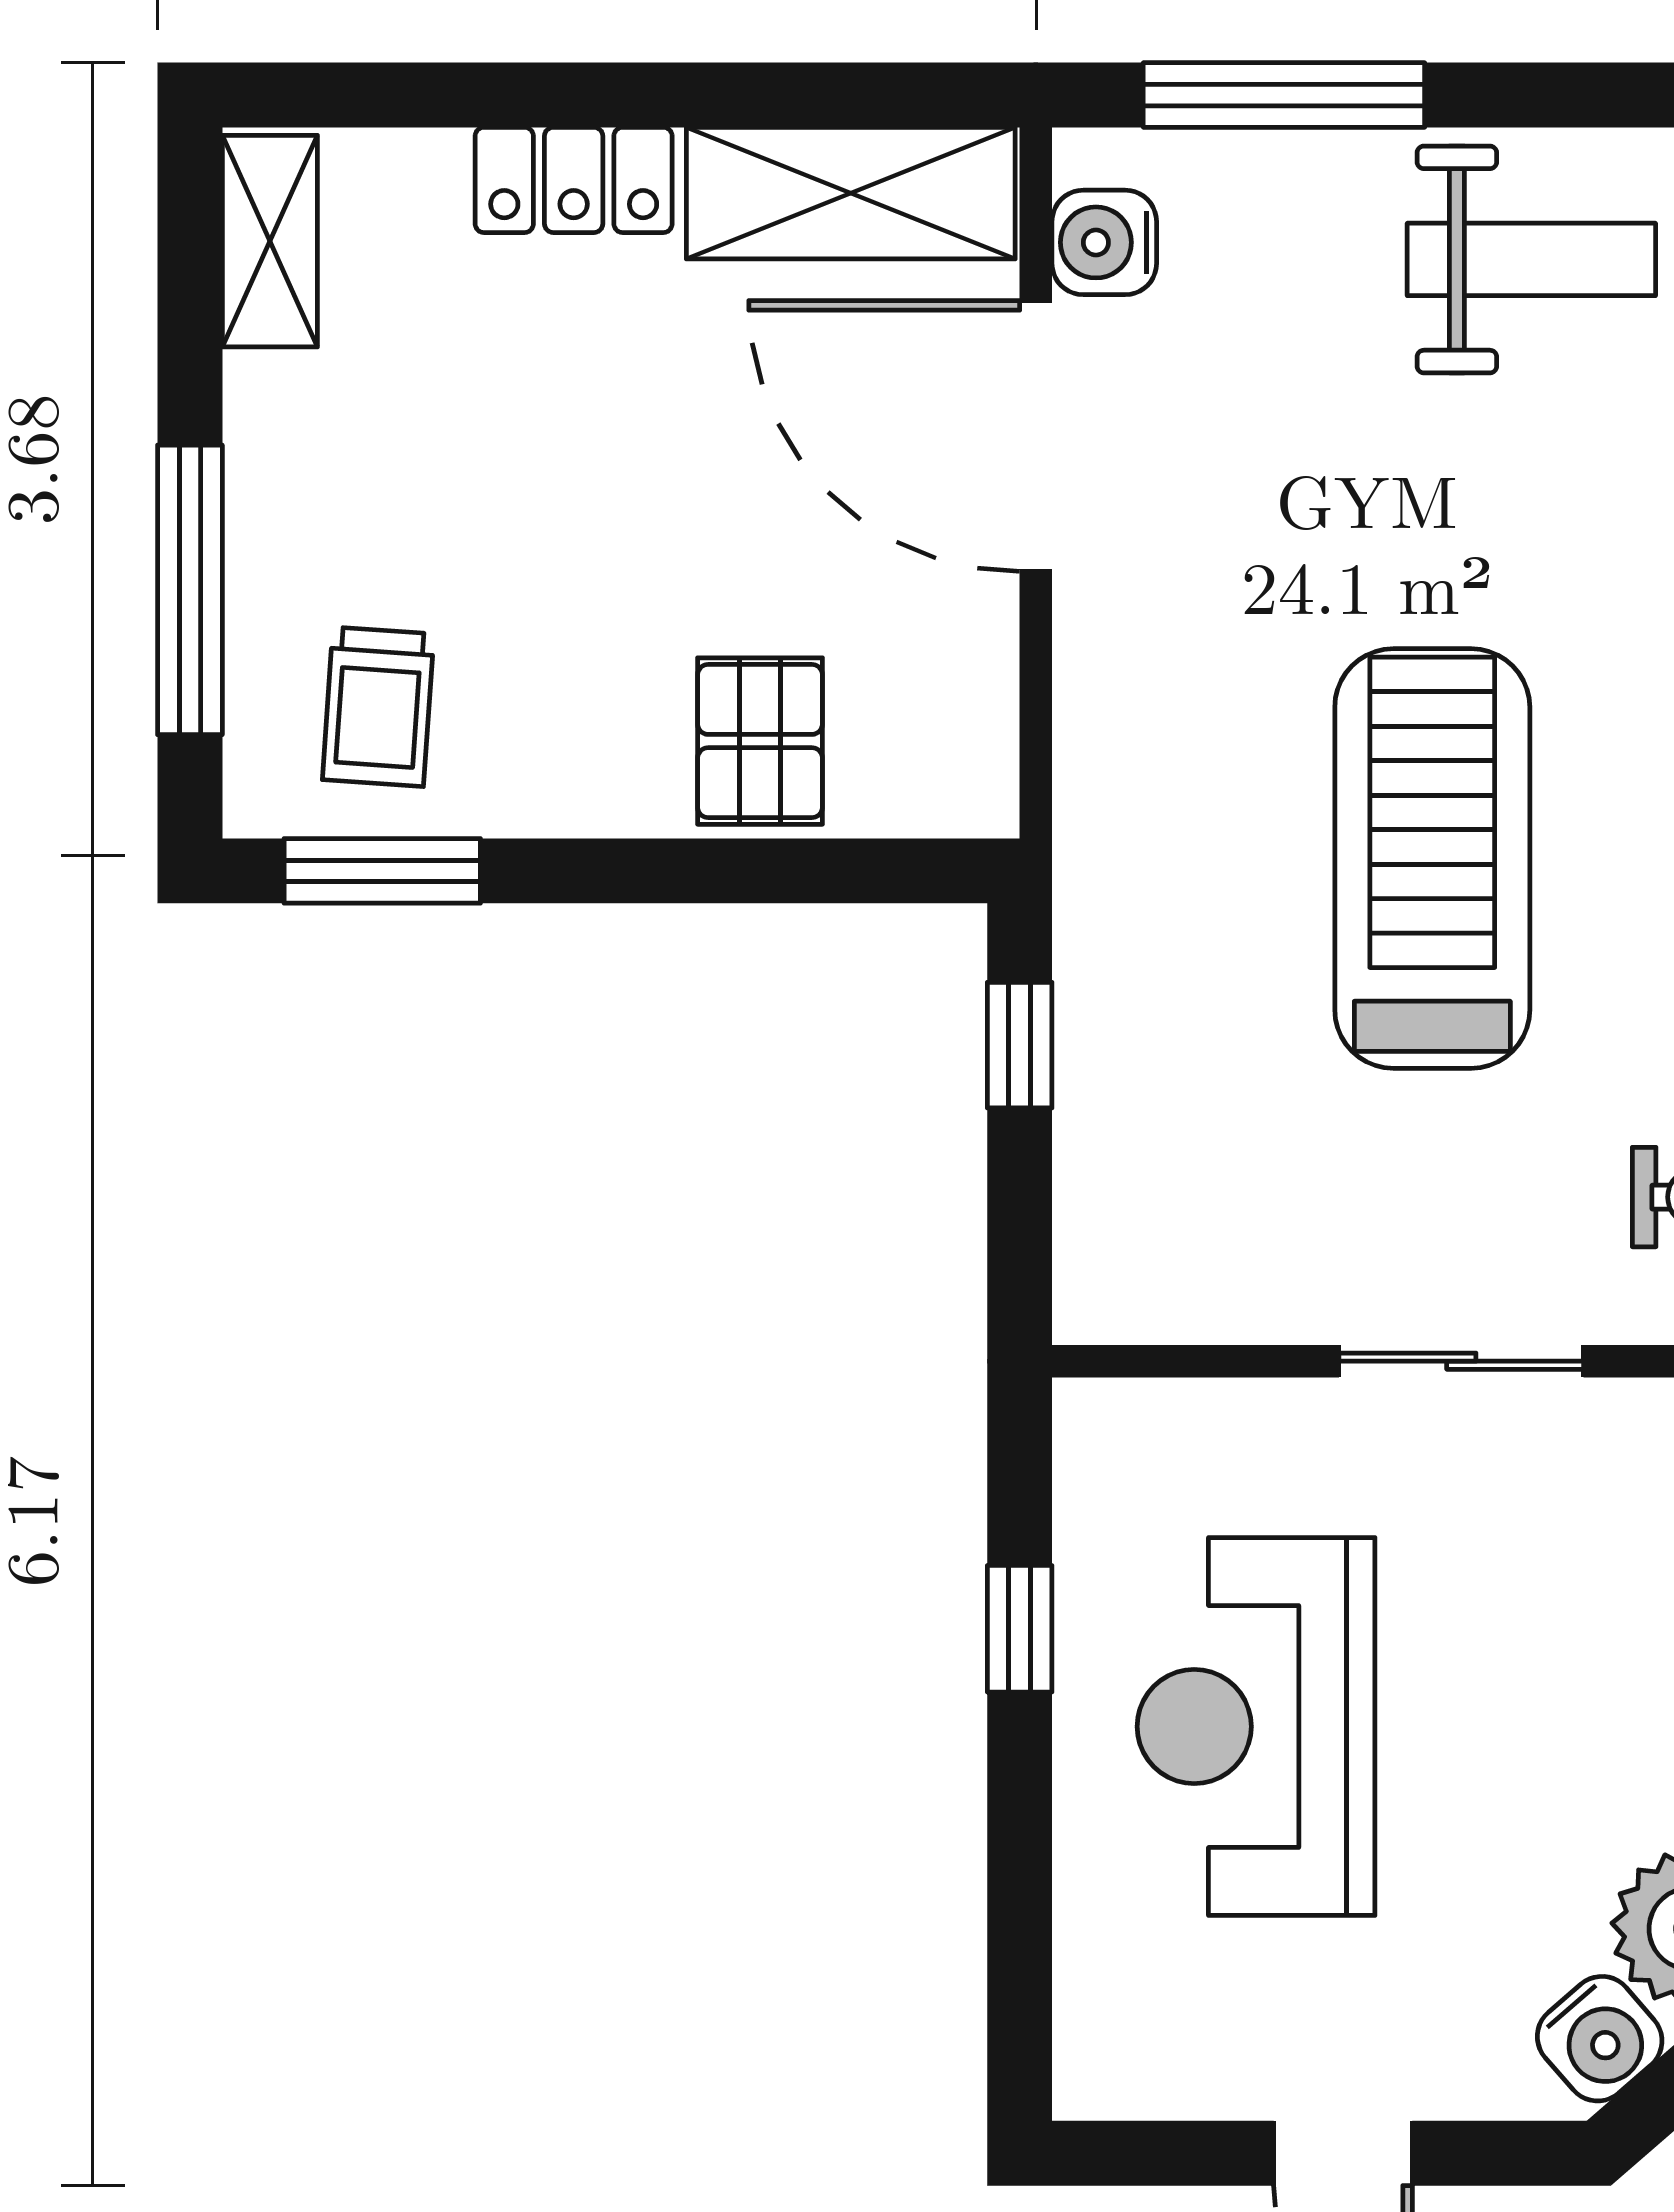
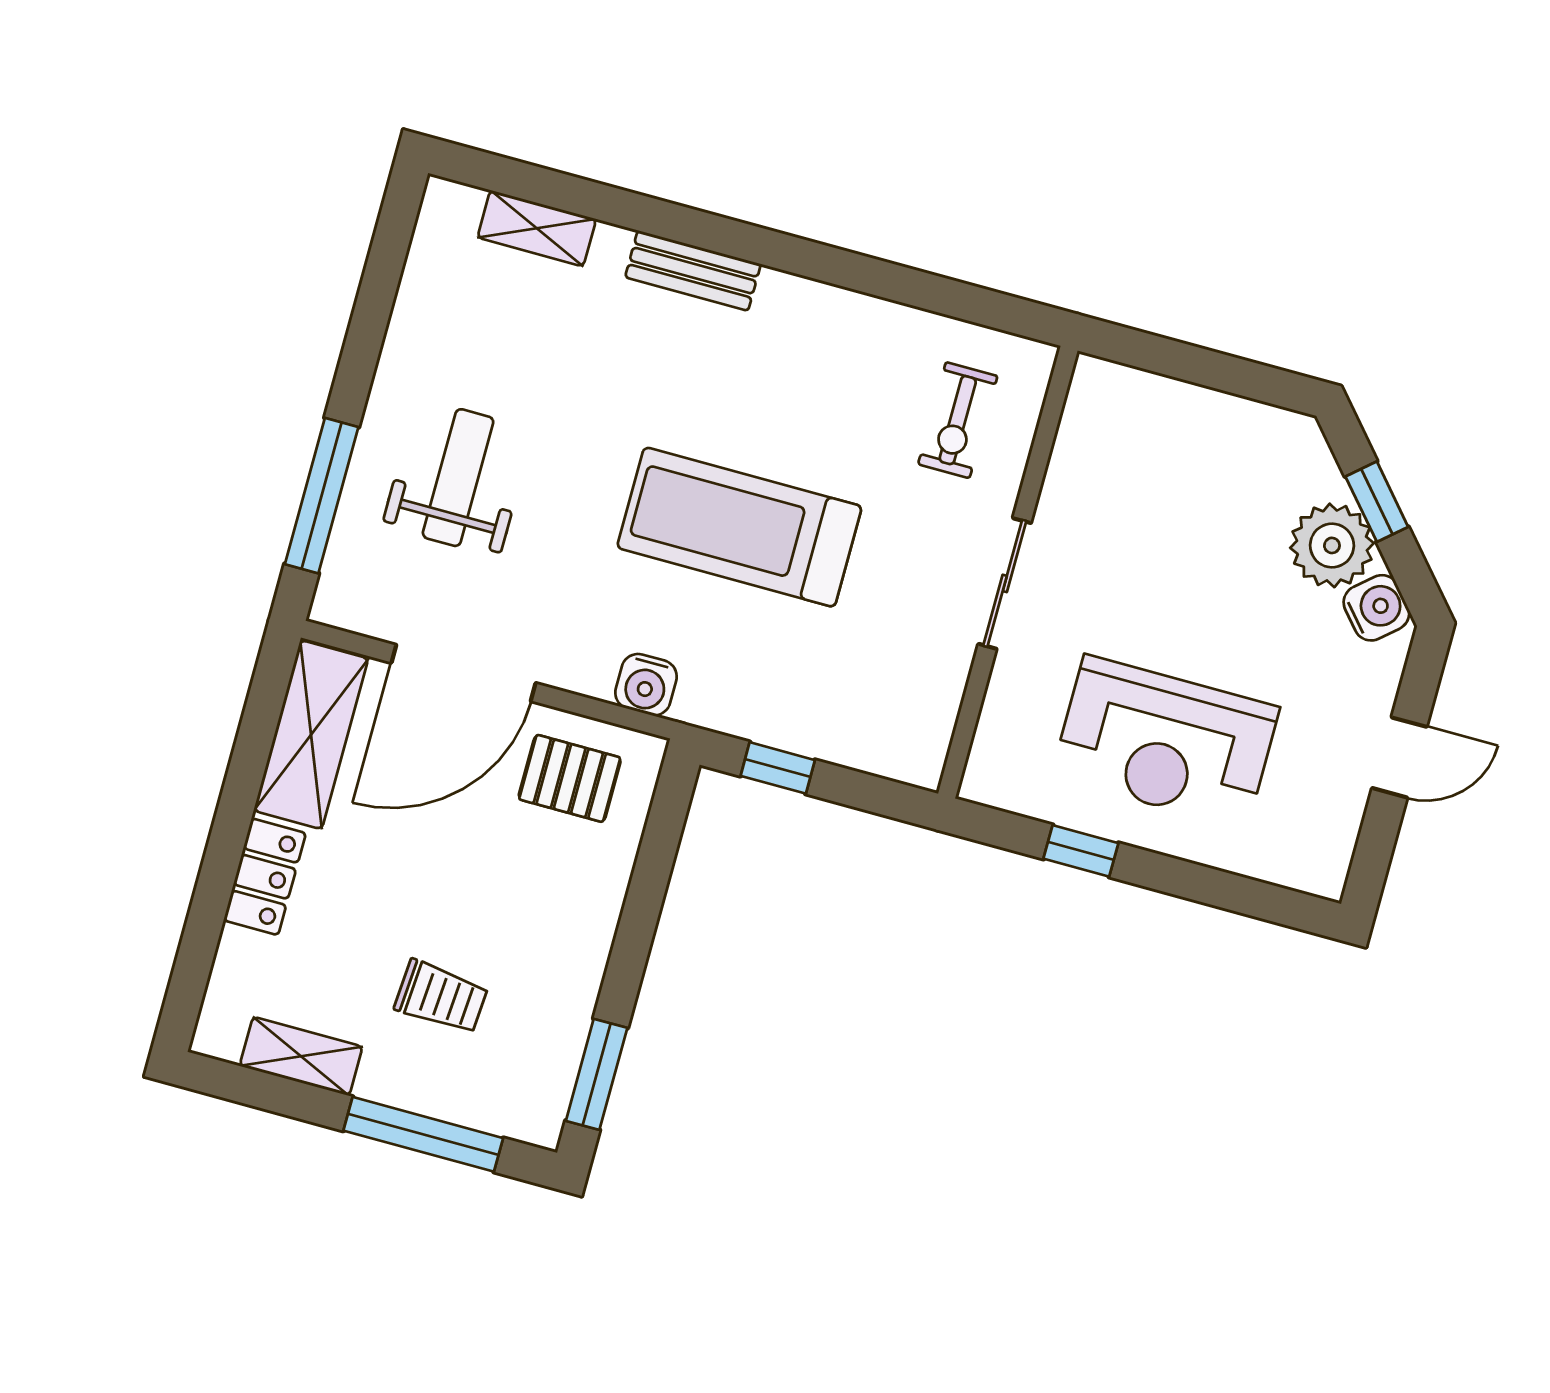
shelving: (270, 241) -> (301, 1056), moved
water cooler: (1104, 242) -> (646, 685), moved
weight bench: (1531, 259) -> (458, 478), moved
trolley: (378, 707) -> (441, 997), moved
pallet: (760, 741) -> (570, 778), moved

